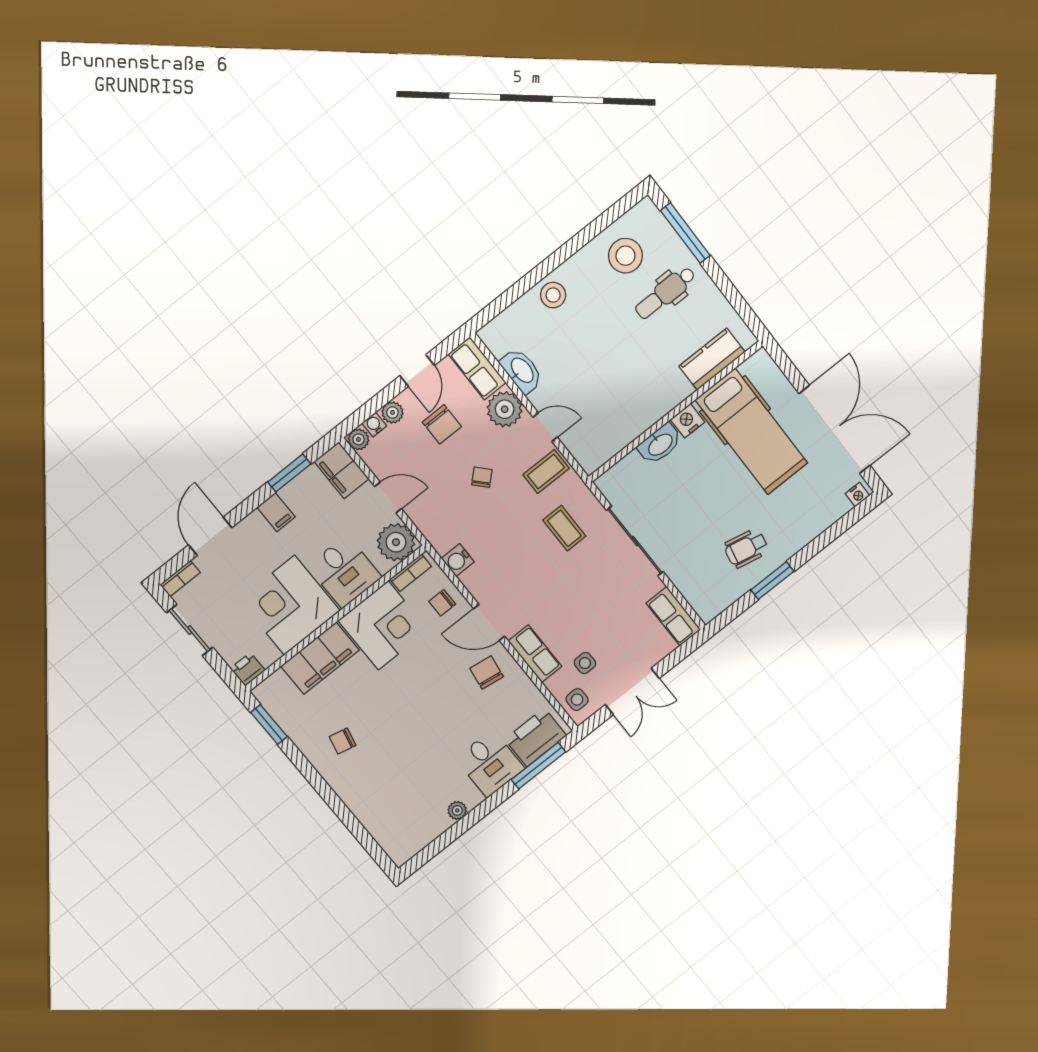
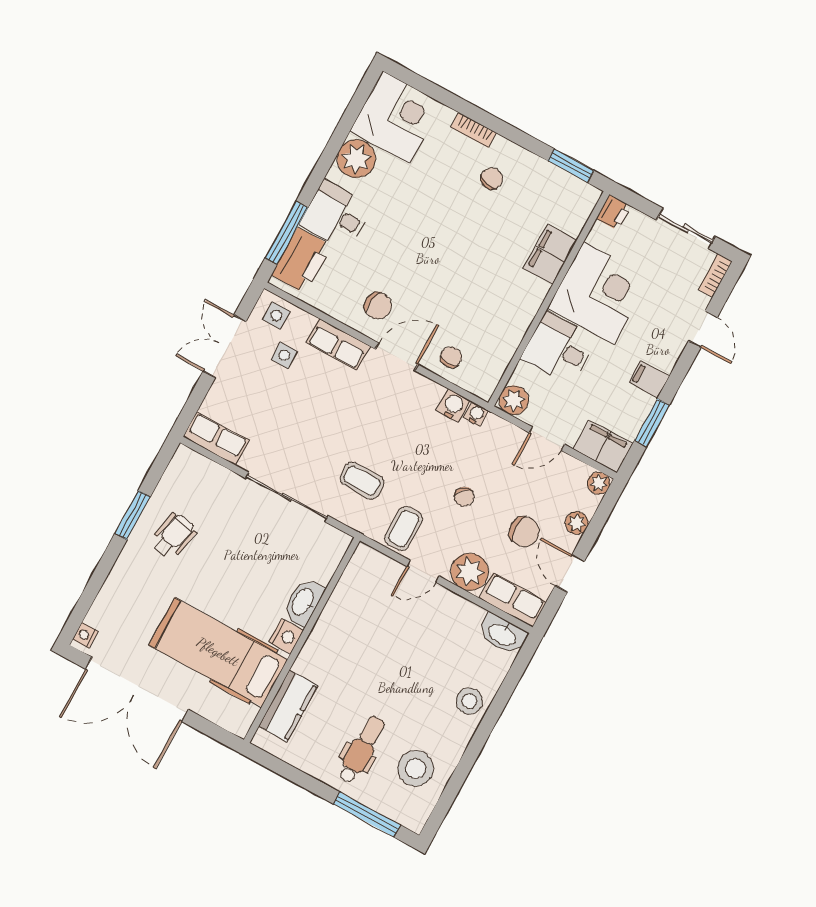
washbasin: (522, 371) -> (503, 634), moved
chair: (442, 424) -> (524, 532), turned 180
water cooler: (374, 425) -> (476, 414), moved, turned -90
door: (210, 536) -> (703, 329), width x0.73
plant: (396, 542) -> (514, 400), width x0.73, depth x0.73
bookcase: (411, 573) -> (474, 130), moved, turned -90
corner desk: (383, 625) -> (396, 117), moved, turned 180
filing cabinet: (320, 658) -> (550, 254), width x0.67, depth x0.86
plant: (457, 810) -> (356, 159), width x1.87, depth x1.87

